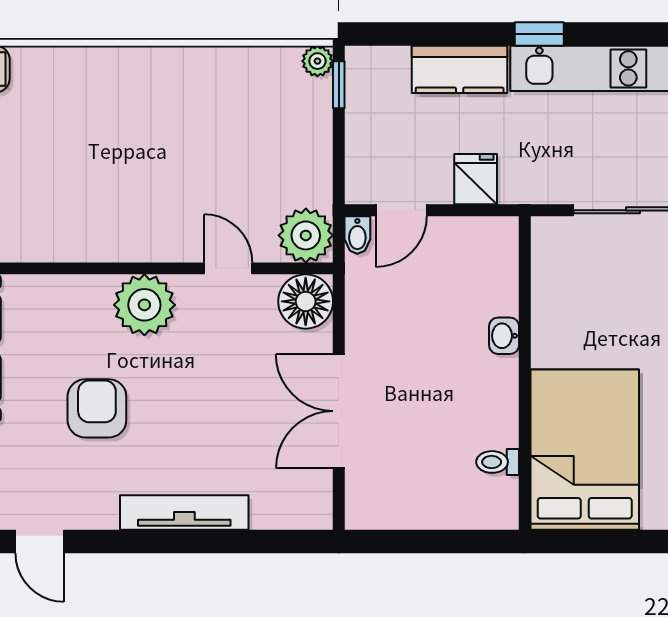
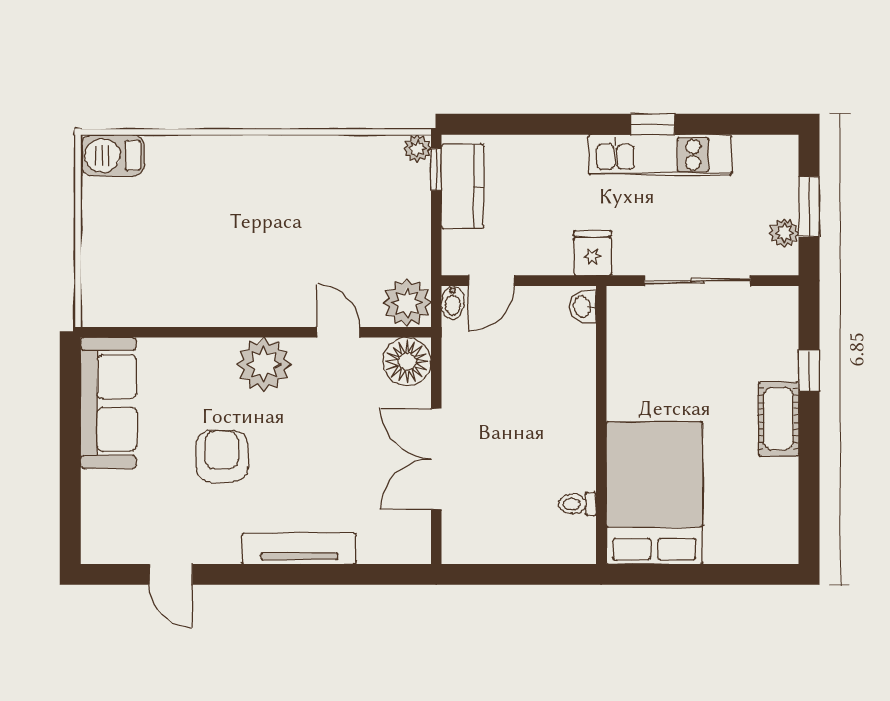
window: (539, 34) -> (652, 124), moved
kitchen counter: (460, 69) -> (462, 186), moved, turned -90
fridge: (476, 179) -> (593, 253), moved
washbasin: (504, 336) -> (583, 307), moved

